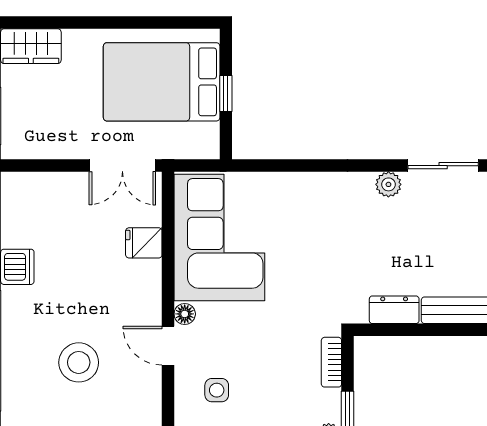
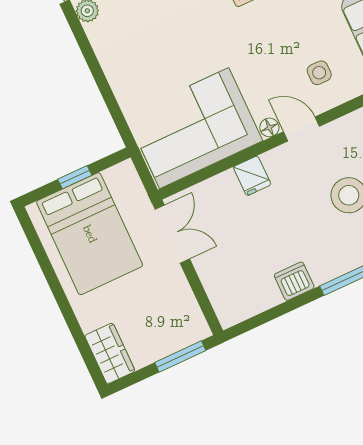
fridge: (144, 243) -> (252, 176), moved
door: (168, 346) -> (301, 129), swing flipped

